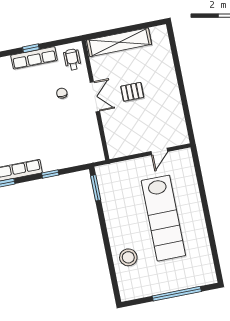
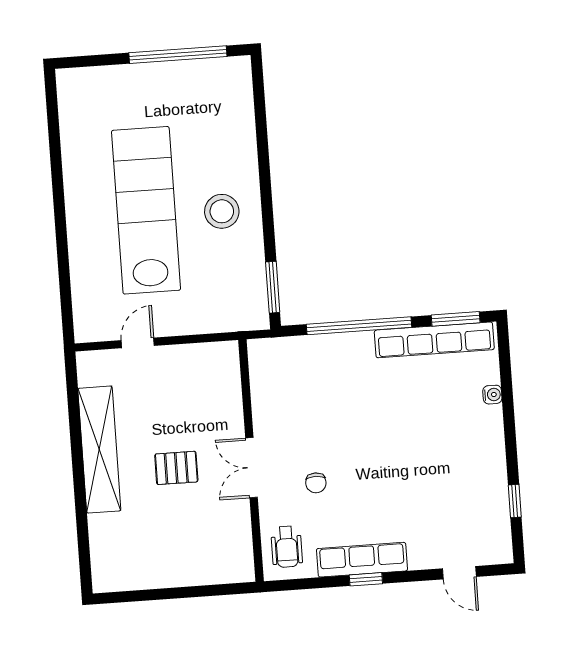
shelving: (119, 42) -> (99, 450), moved, turned 90
window: (50, 174) -> (359, 326), width x3.17
stool: (128, 257) -> (222, 211), moved
window: (177, 294) -> (178, 55), moved

